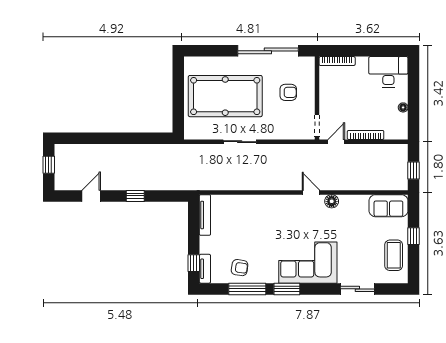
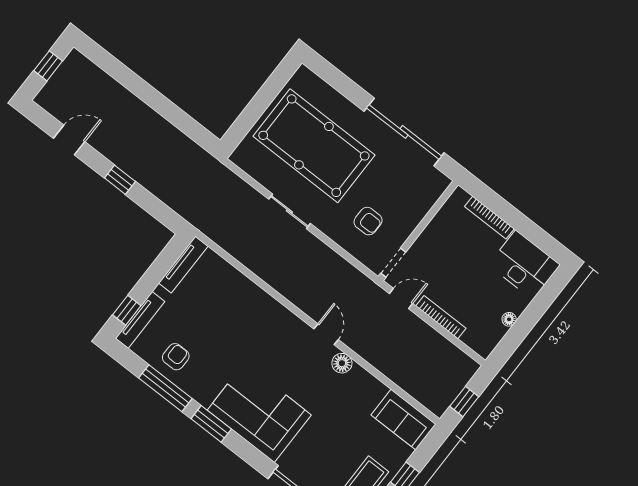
bookcase: (337, 61) -> (489, 218), moved
armchair: (288, 92) -> (368, 221), moved
armchair: (240, 268) -> (176, 357), turned -98
tv unit: (205, 269) -> (140, 320), width x1.41

